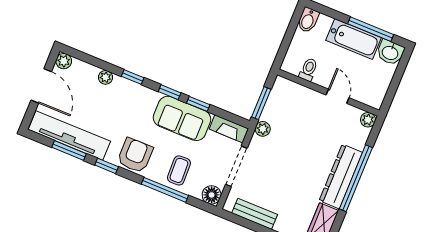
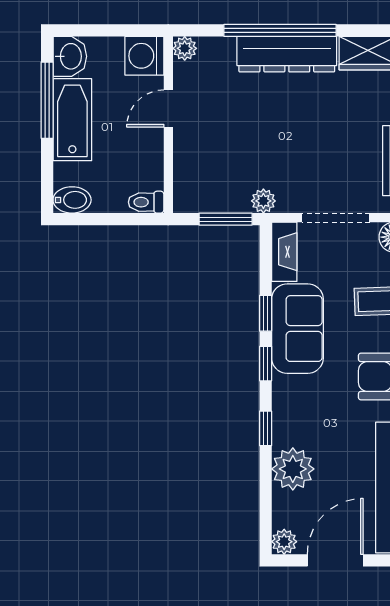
toilet: (308, 70) -> (146, 202), moved
plant: (105, 77) -> (293, 469), width x1.87, depth x1.87
washing machine: (373, 95) -> (144, 56), added

